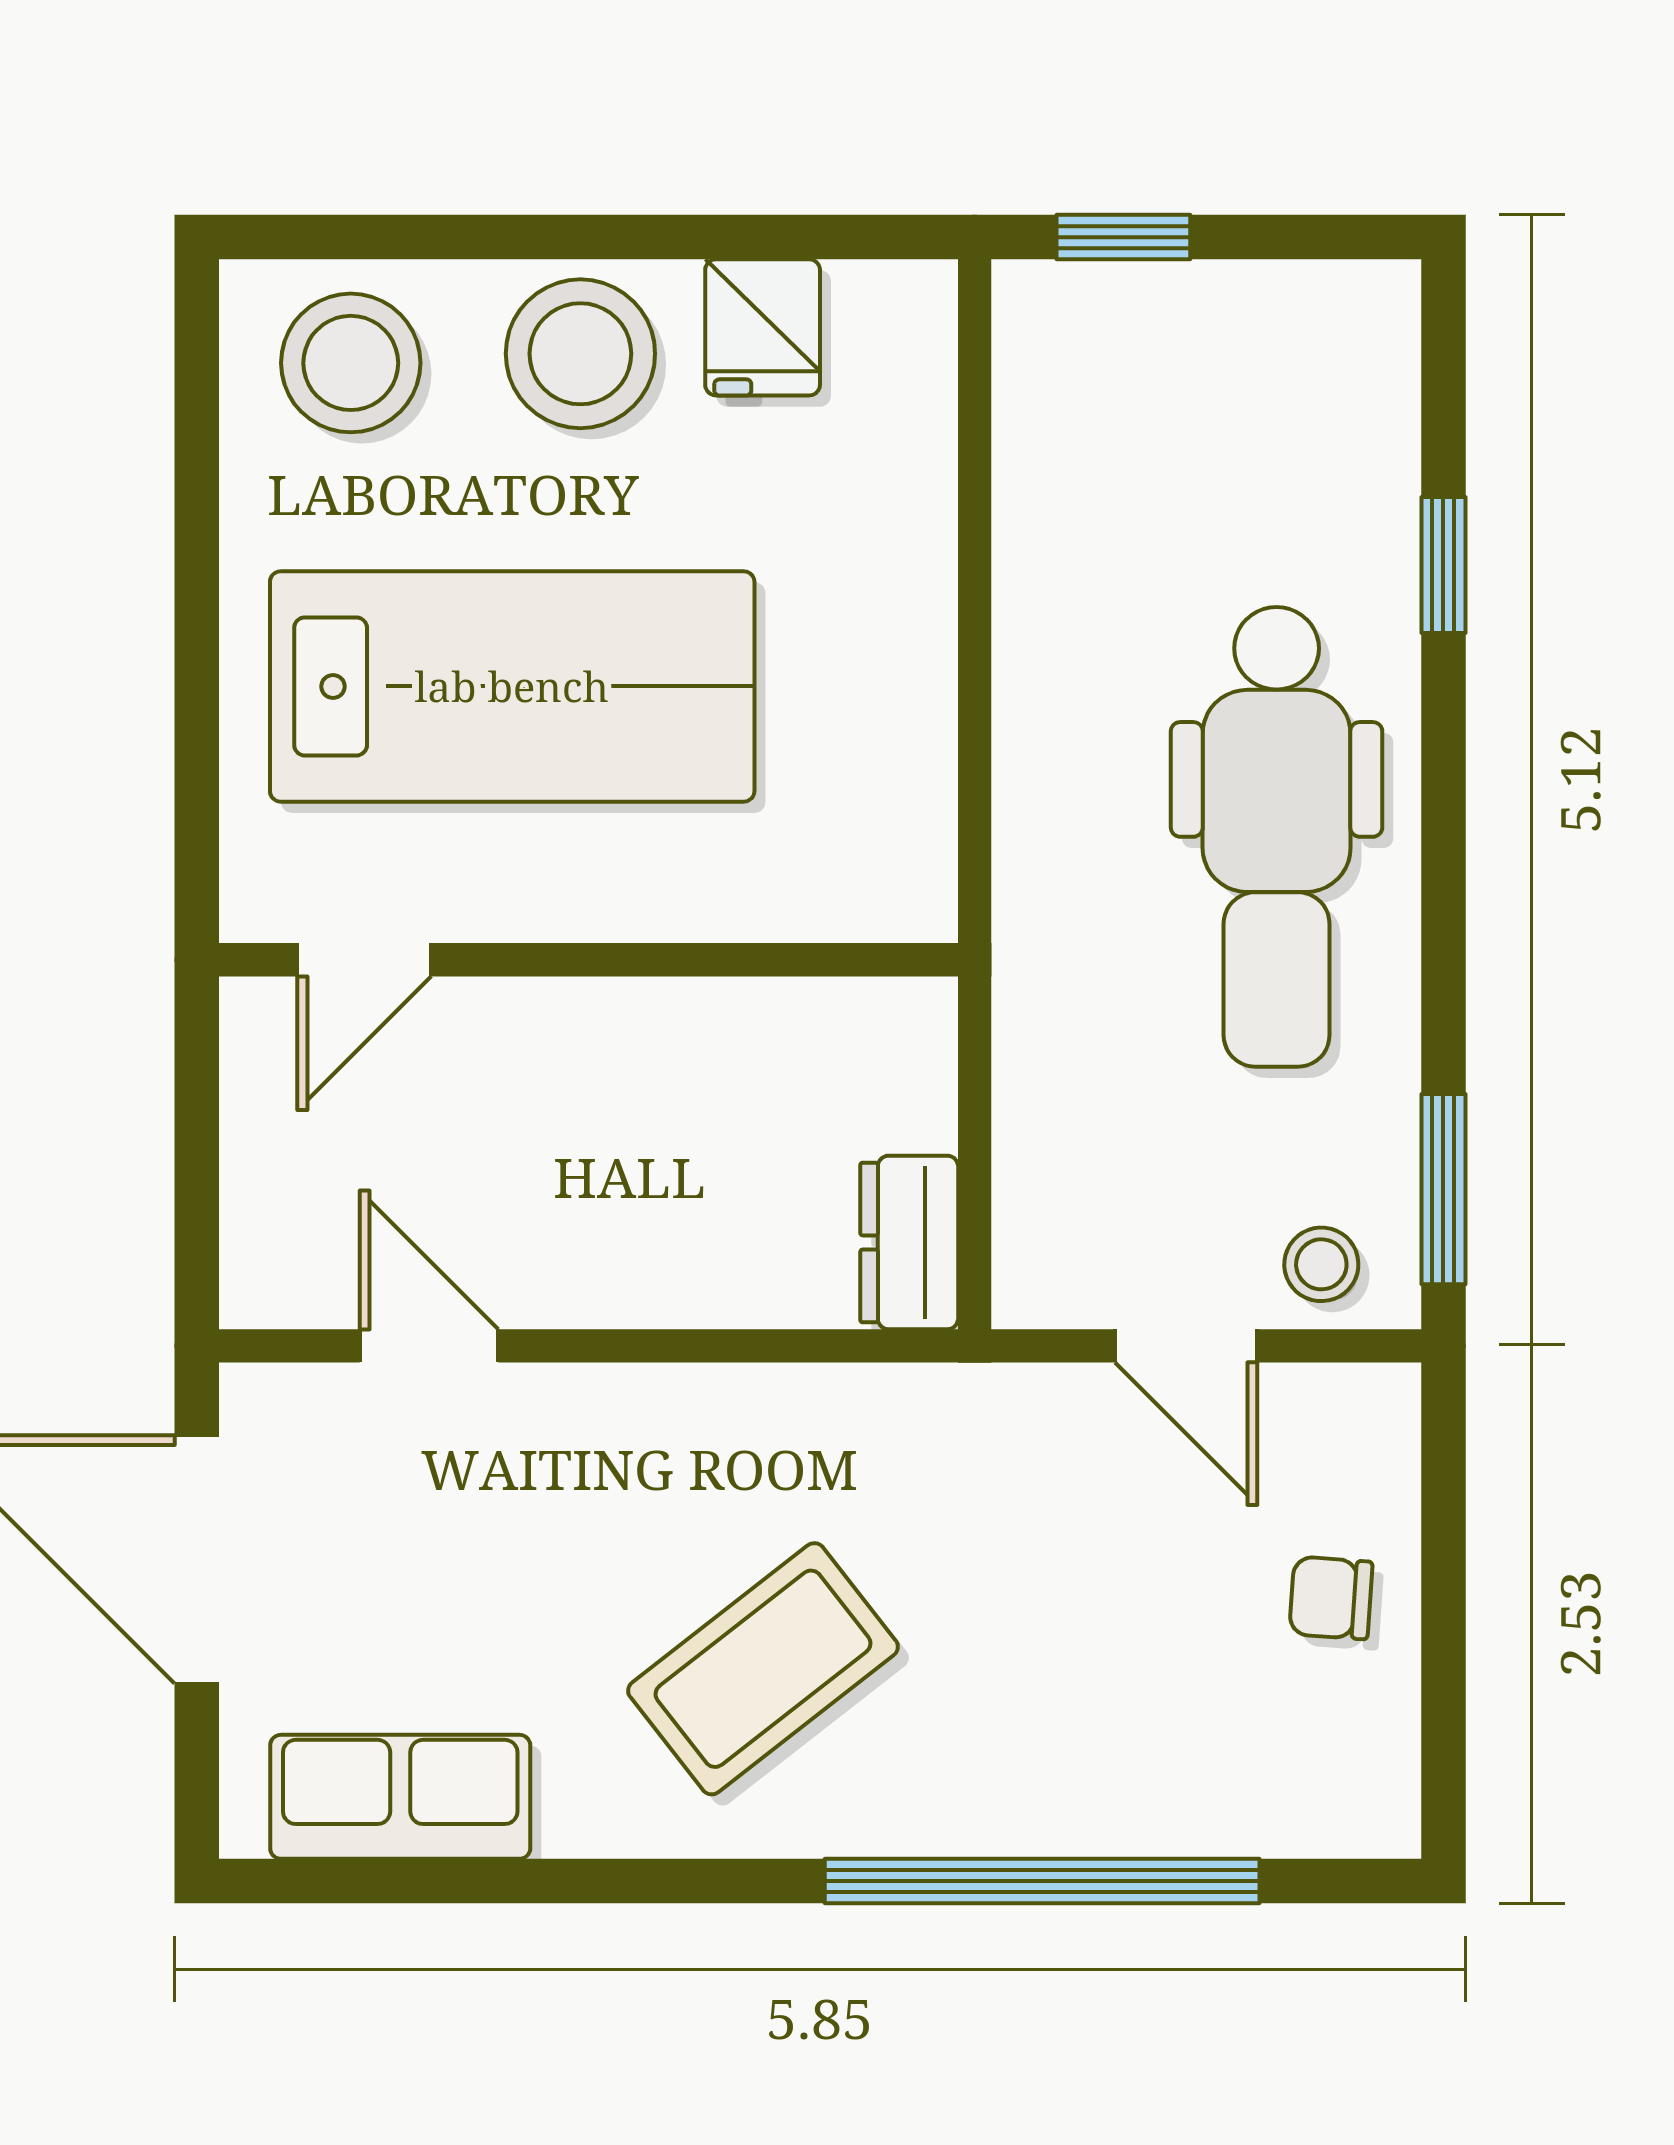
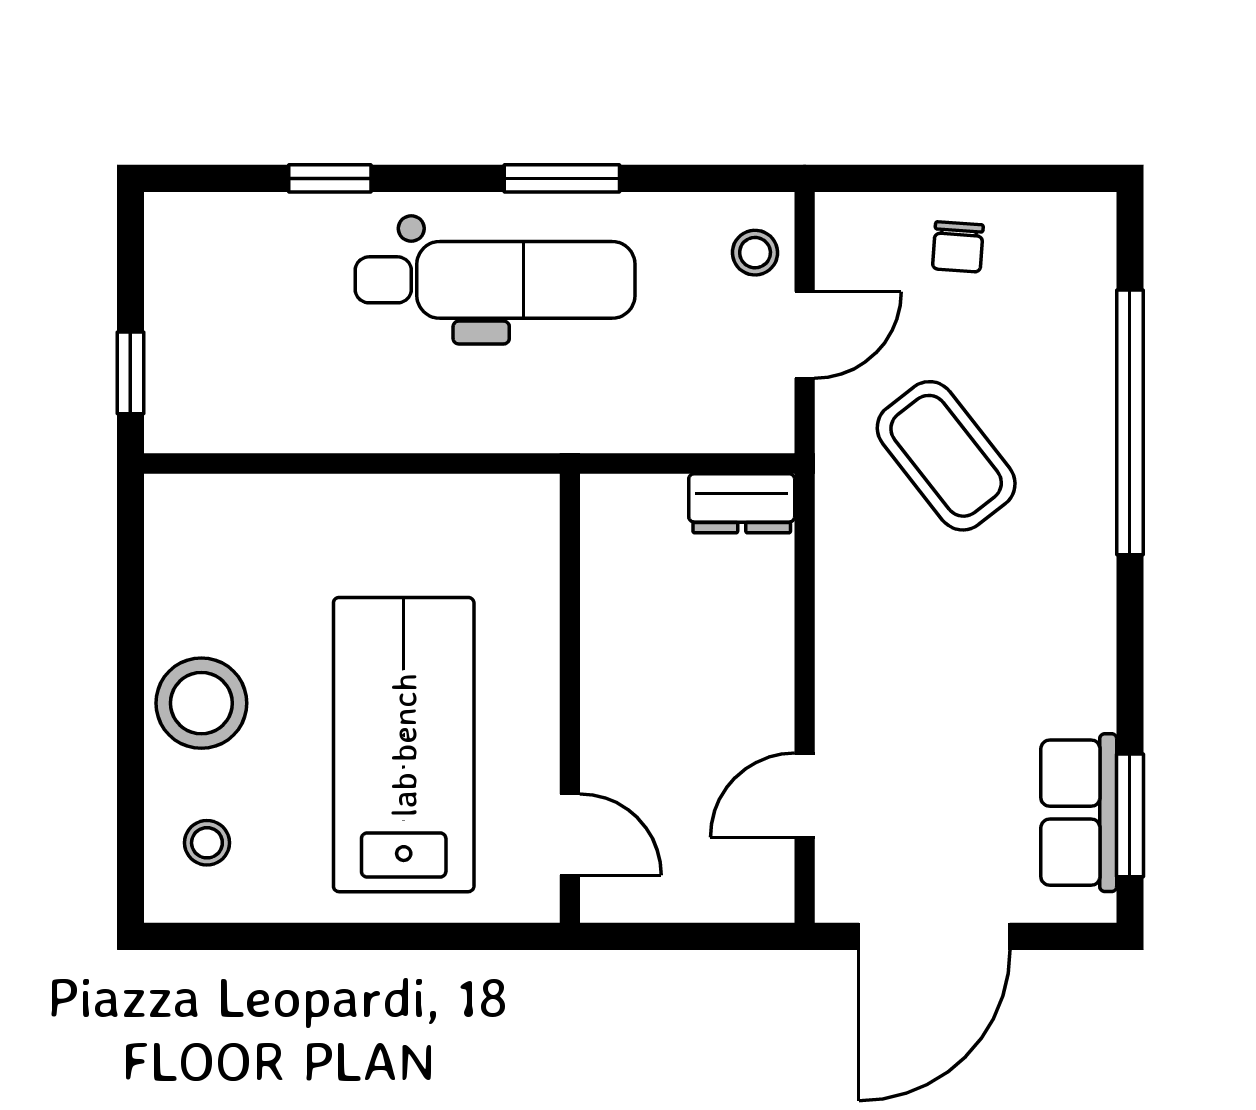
fridge: (763, 327) -> (185, 592), removed
stool: (351, 363) -> (207, 843), width x0.53, depth x0.53
window: (1443, 1189) -> (562, 178), moved
coffee table: (763, 1669) -> (946, 456), moved
window: (396, 1881) -> (1130, 815), added

